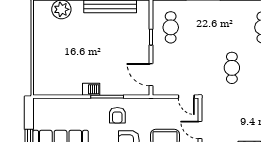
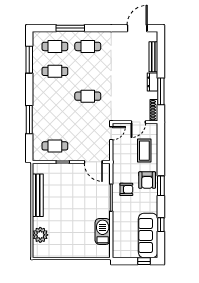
door: (151, 75) -> (93, 162), hinge flipped
barbecue: (91, 89) -> (103, 231), moved, width x1.88, depth x1.53

